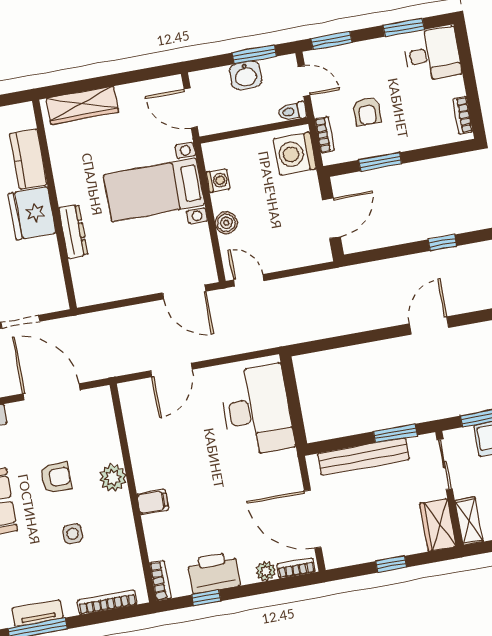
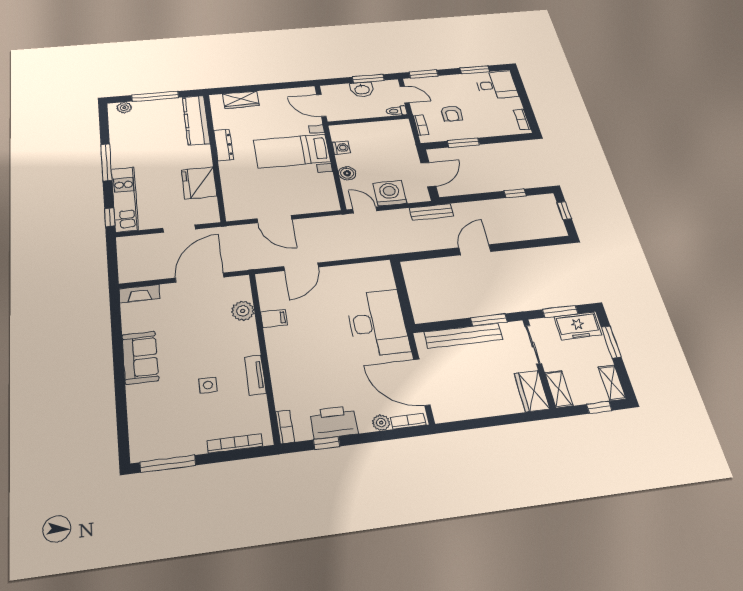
wardrobe: (82, 105) -> (241, 100), width x0.67
washing machine: (295, 154) -> (390, 193), moved, turned 90
kitchen counter: (28, 159) -> (196, 120), width x1.50
fridge: (32, 213) -> (199, 183), moved
dresser: (73, 231) -> (224, 145), moved
bench: (333, 279) -> (432, 212), added
door: (184, 292) -> (274, 219), moved
door: (429, 326) -> (475, 250), moved
door: (52, 392) -> (200, 278), hinge flipped
desk: (257, 410) -> (377, 323), moved
armchair: (56, 477) -> (197, 341), removed
plant: (113, 478) -> (243, 311), moved
filing cabinet: (153, 502) -> (274, 318), moved
window: (391, 564) -> (493, 421), removed
tv unit: (38, 613) -> (255, 375), moved, turned -90

